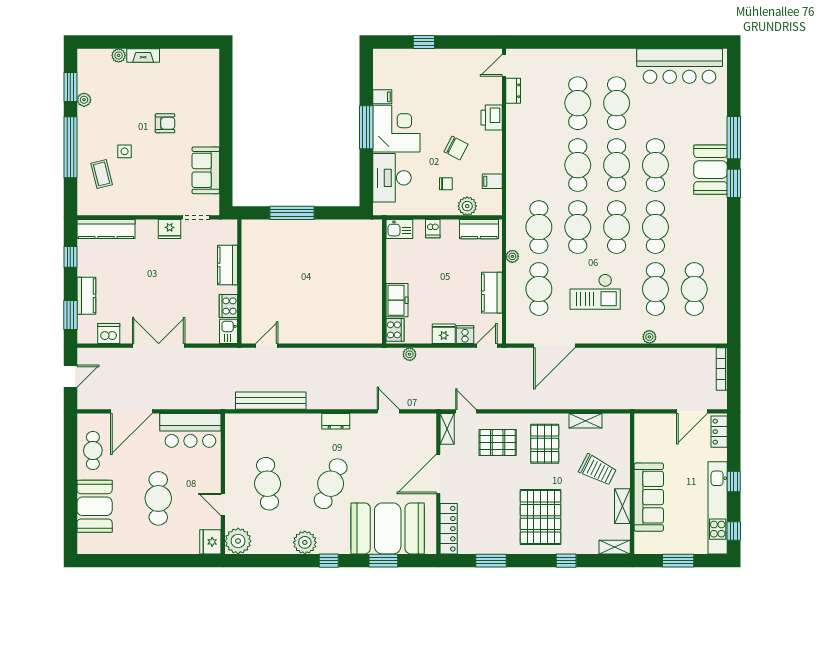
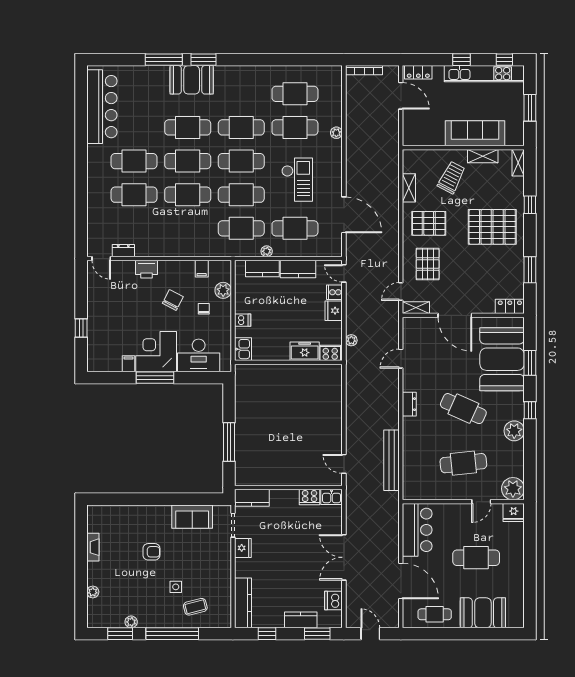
fireplace: (143, 55) -> (93, 547), moved
armchair: (165, 123) -> (151, 552), turned 90
kitchen counter: (479, 229) -> (262, 269), moved, turned 90
kitchen counter: (227, 265) -> (252, 498), moved
locker: (449, 529) -> (510, 306), width x0.66

